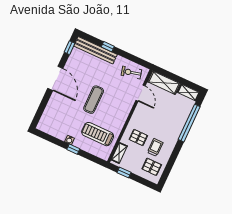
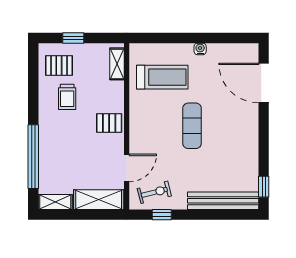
window: (108, 47) -> (162, 215), moved
door: (55, 78) -> (264, 83), moved
door: (140, 93) -> (127, 168), swing flipped
pallet: (138, 138) -> (109, 123), moved
window: (73, 149) -> (188, 38), removed
window: (124, 173) -> (73, 38), moved

